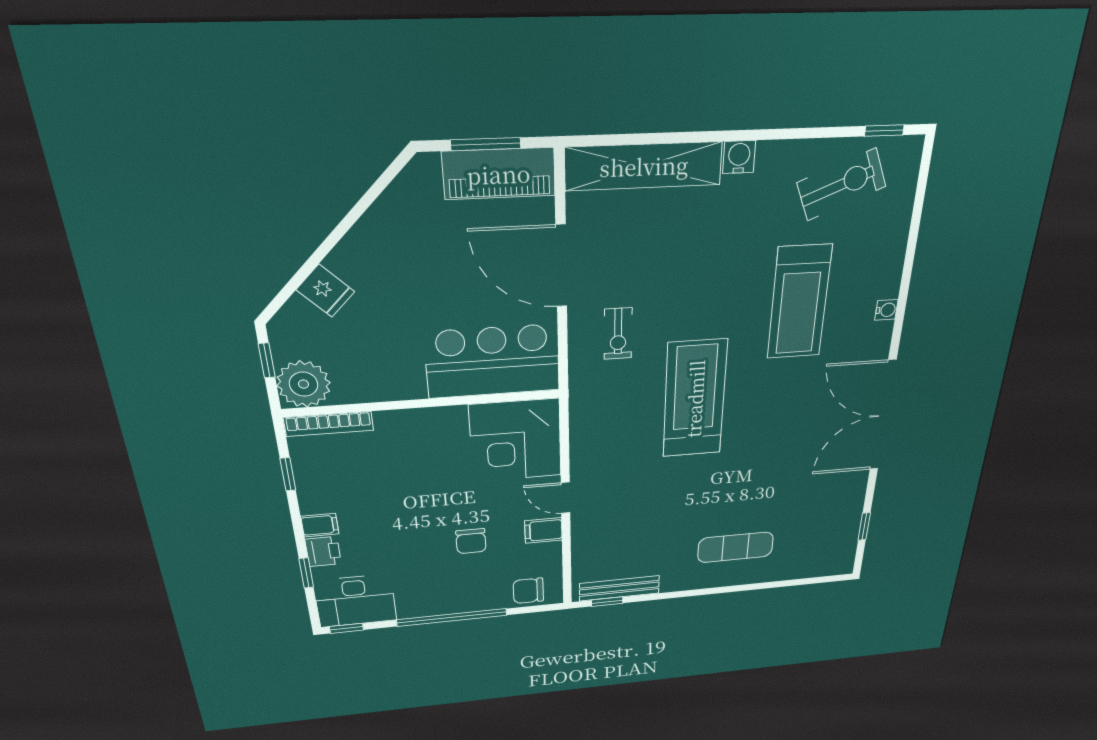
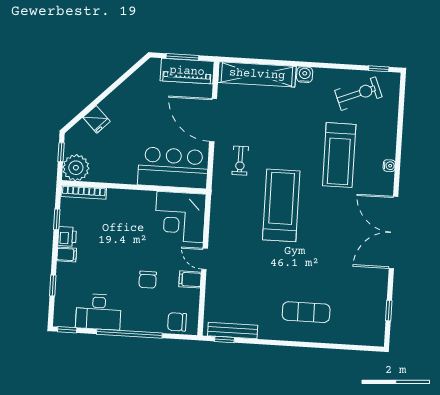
printer: (323, 552) -> (67, 236), moved
desk: (355, 601) -> (99, 312), moved

